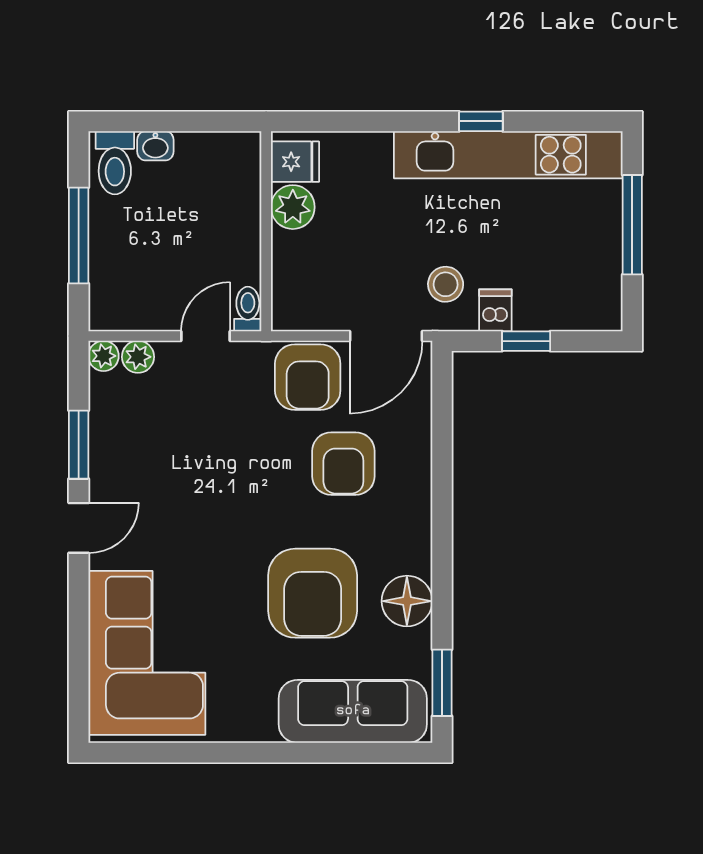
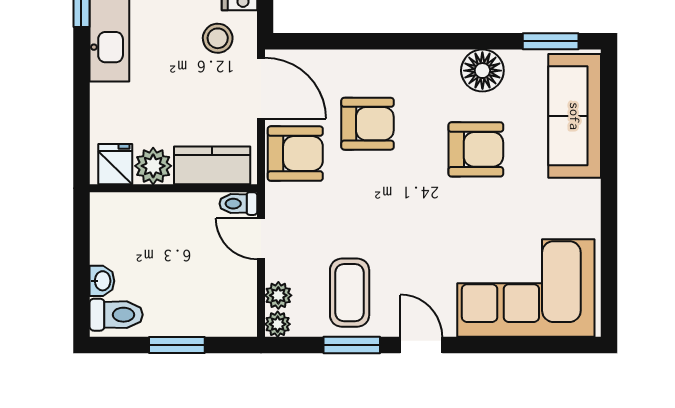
window: (79, 235) -> (177, 345), width x0.69
kitchen counter: (294, 278) -> (212, 165), added
coffee table: (141, 442) -> (350, 293), added
armchair: (313, 593) -> (476, 149), width x0.73, depth x0.73

